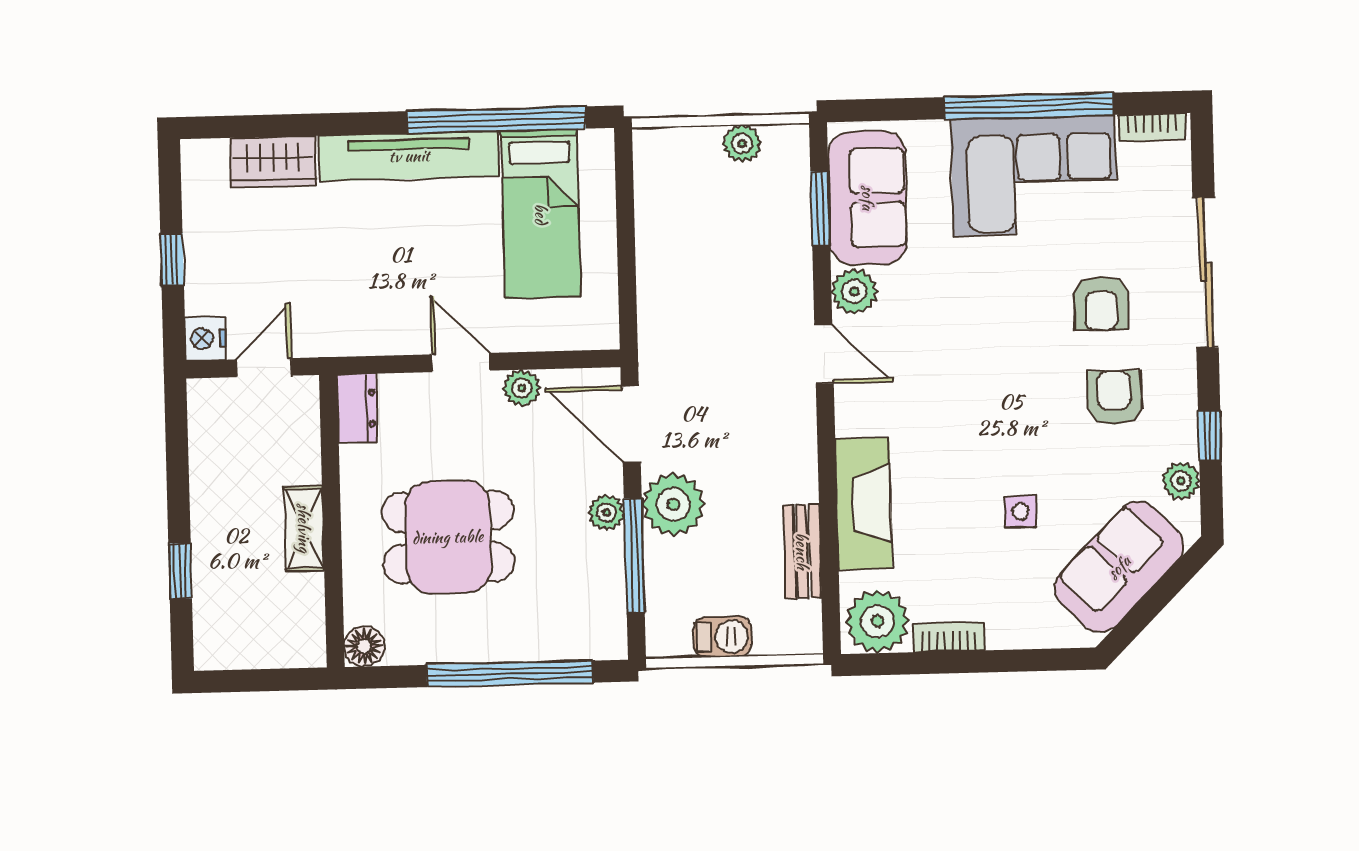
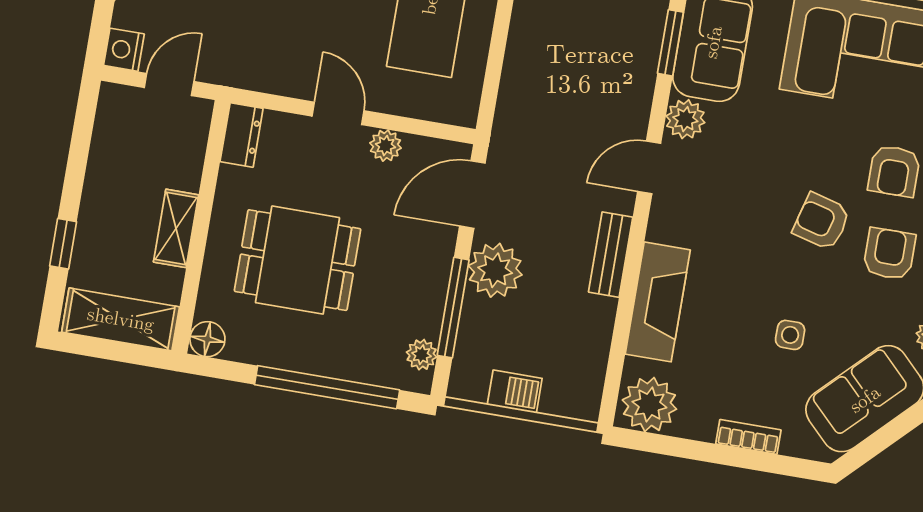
door: (824, 354) -> (649, 167), swing flipped
armchair: (1031, 376) -> (822, 221), added
door: (631, 424) -> (472, 195), hinge flipped
plant: (606, 513) -> (422, 355), moved
bench: (802, 551) -> (611, 255), moved
bookcase: (949, 637) -> (748, 437), moved
shelving: (262, 643) -> (121, 319), added

